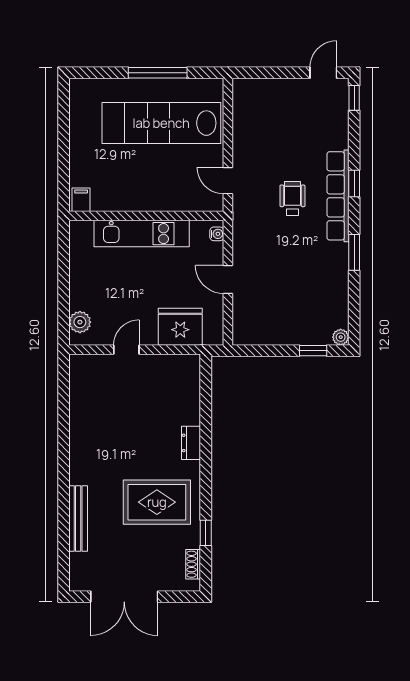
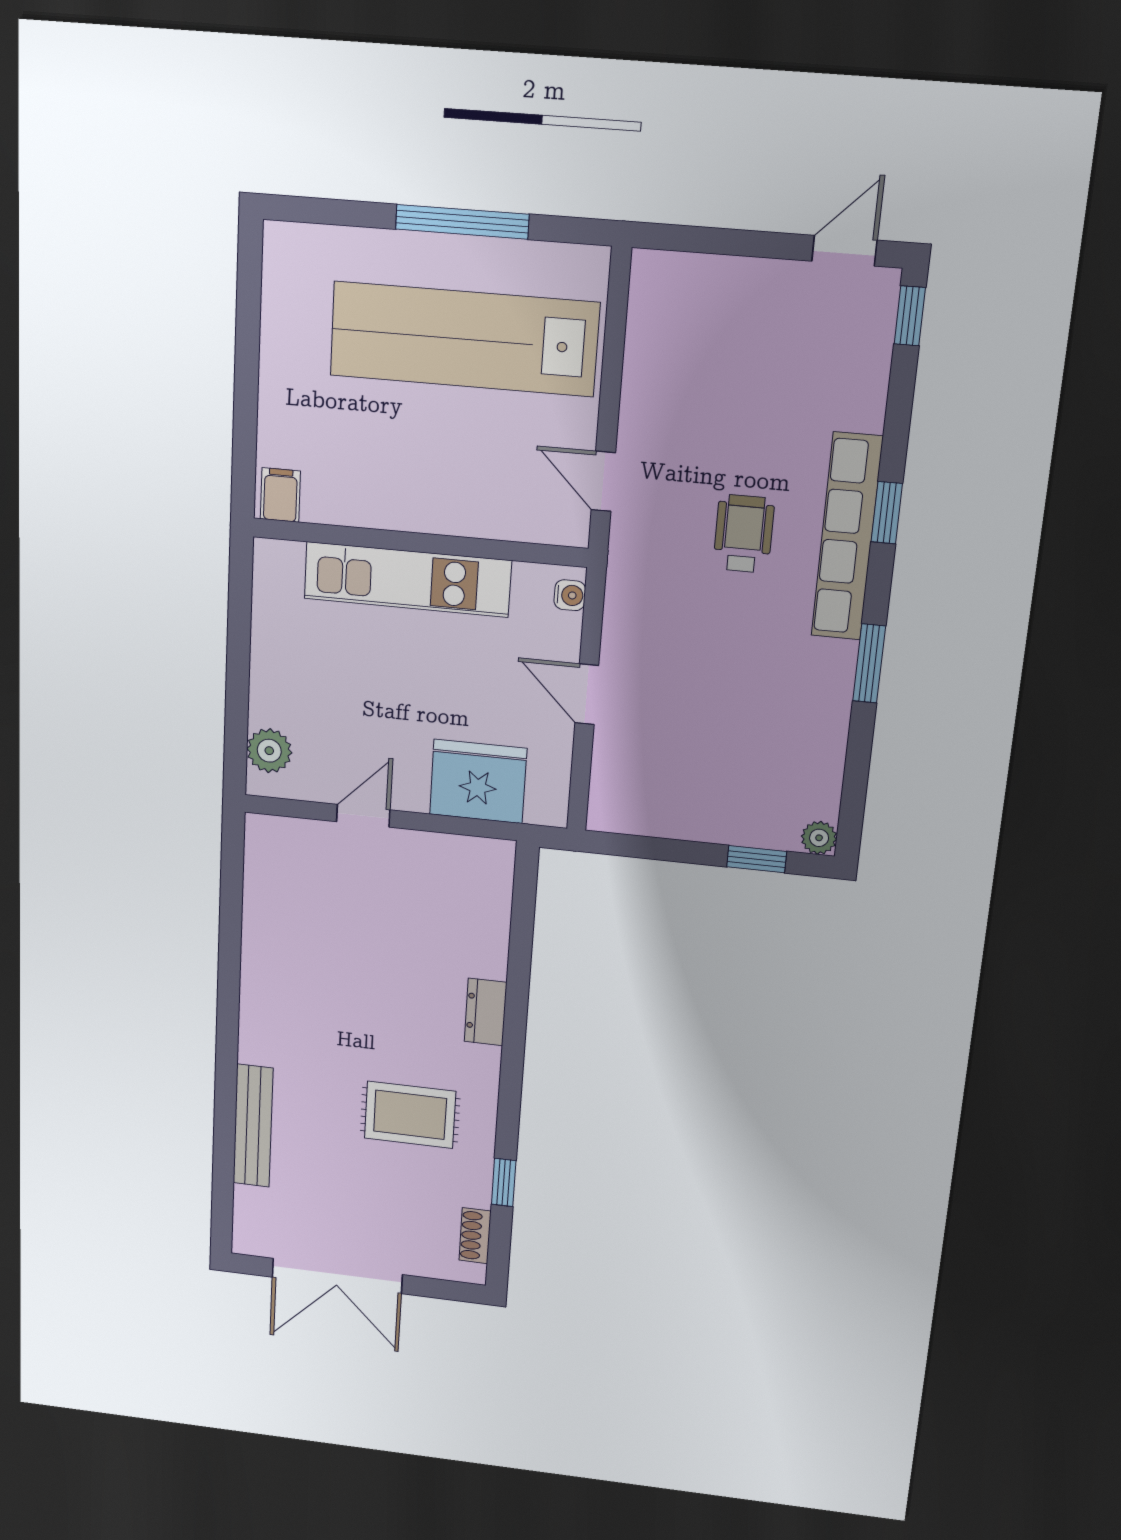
rug: (157, 502) -> (410, 1115), width x0.73, depth x0.70

